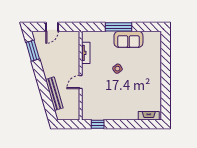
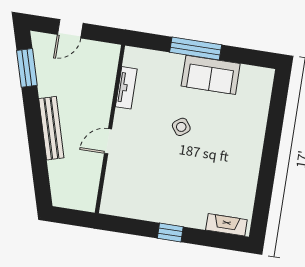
bench: (54, 94) -> (51, 128), moved
window: (98, 124) -> (170, 232), moved

